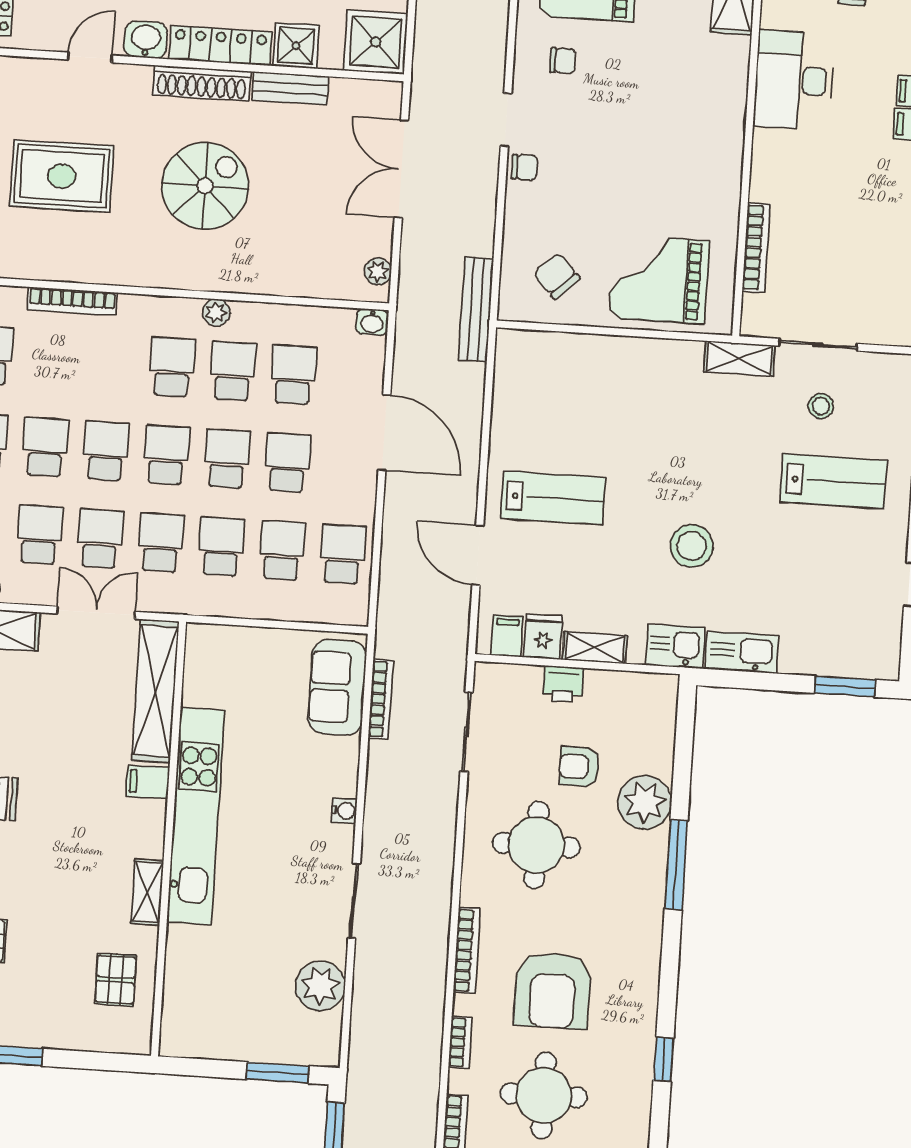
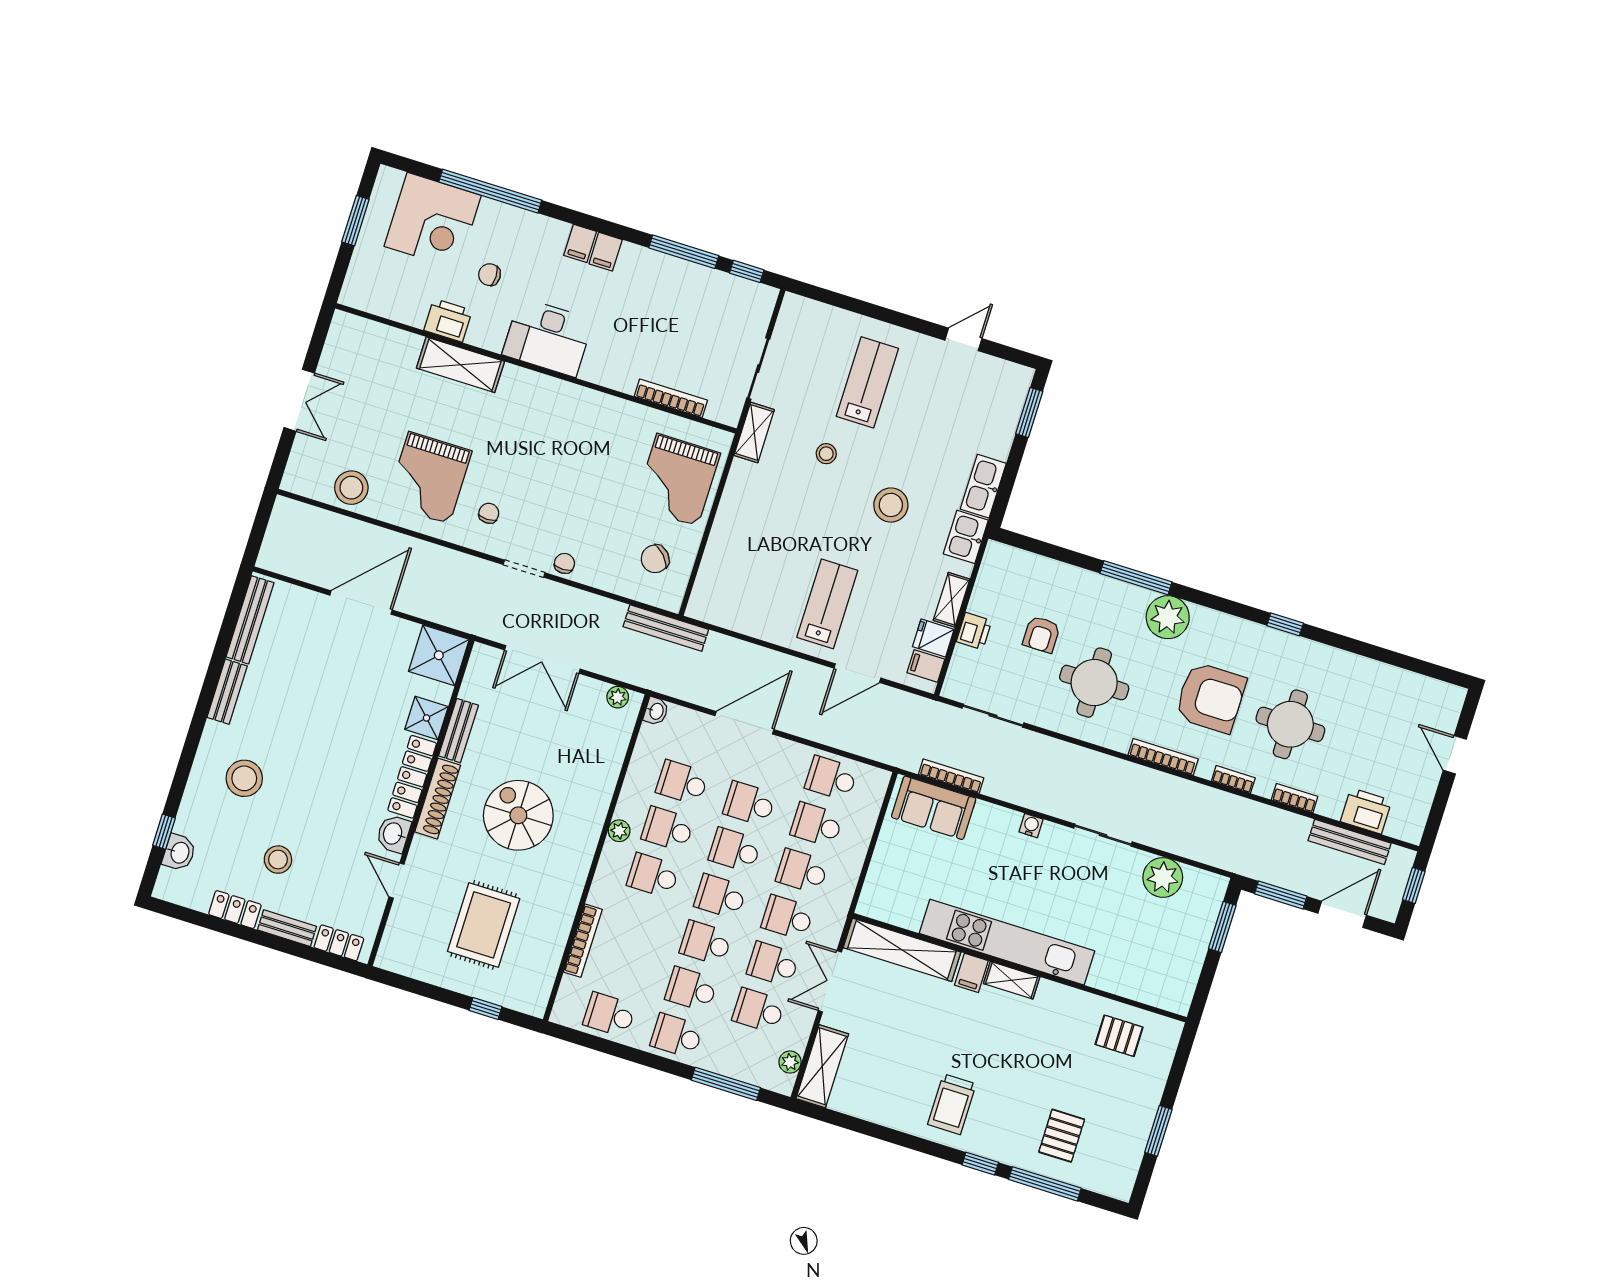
stool: (821, 406) -> (826, 454), moved
plant: (645, 802) -> (1168, 617), moved
shelving: (147, 892) -> (1012, 980), moved

